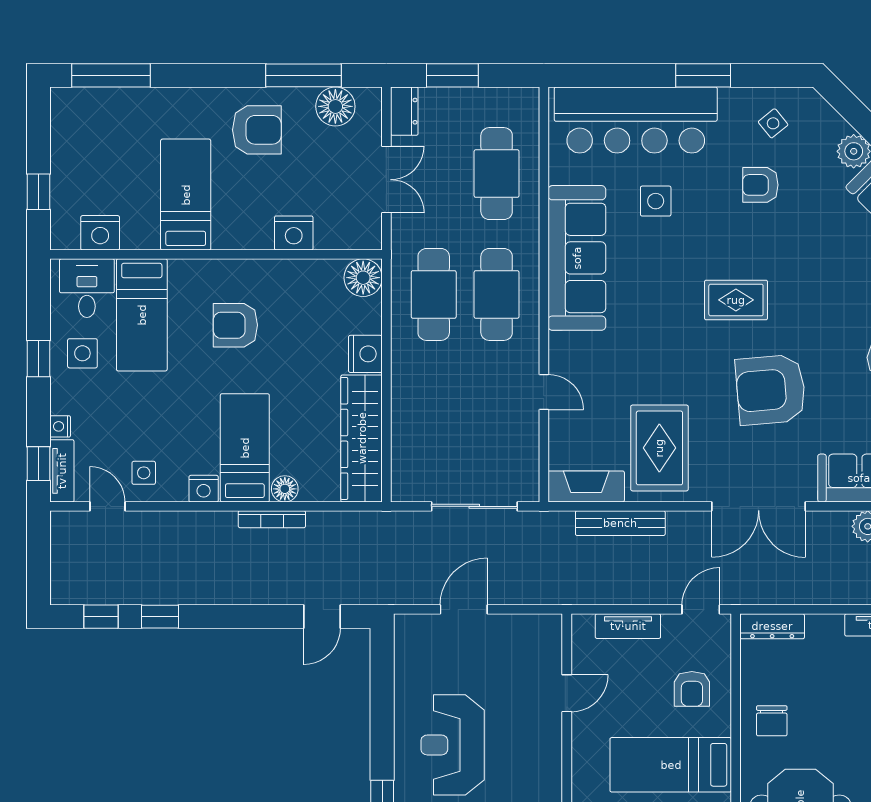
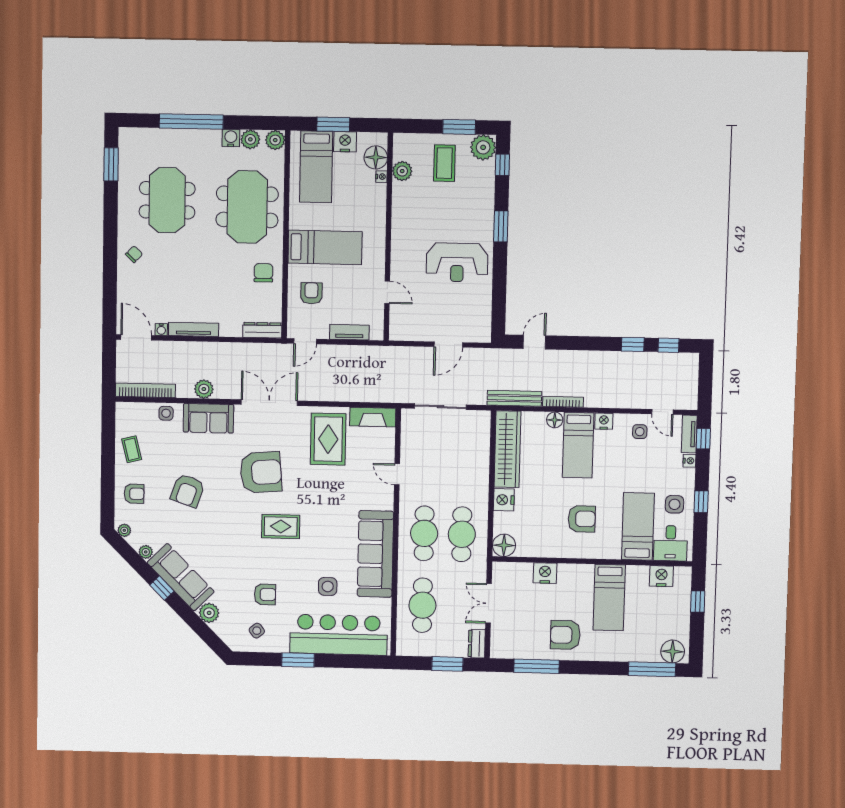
floor lamp: (335, 106) -> (673, 651), moved
bench: (620, 523) -> (514, 398), moved
door: (567, 693) -> (387, 292), swing flipped
reception desk: (453, 745) -> (457, 262), turned 90

